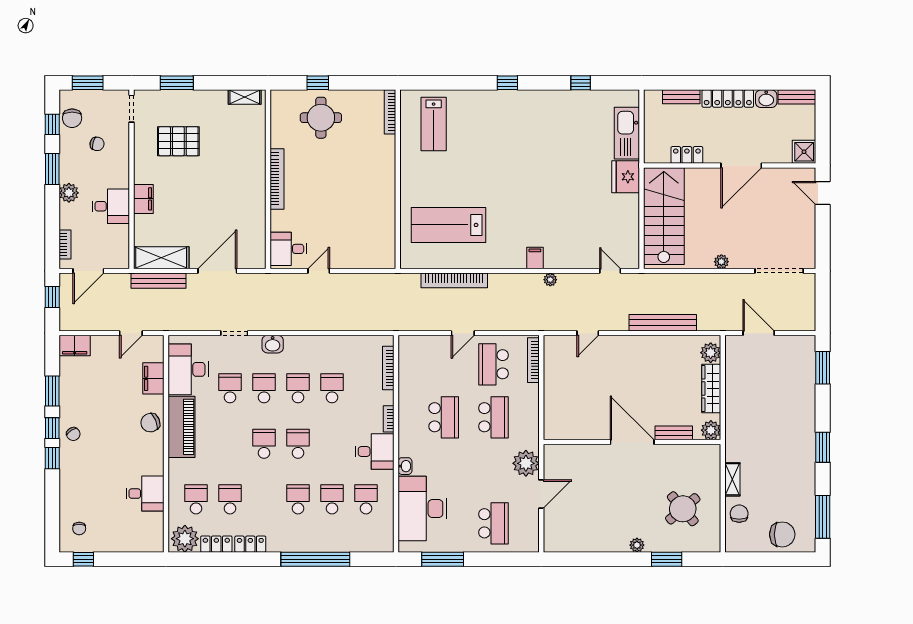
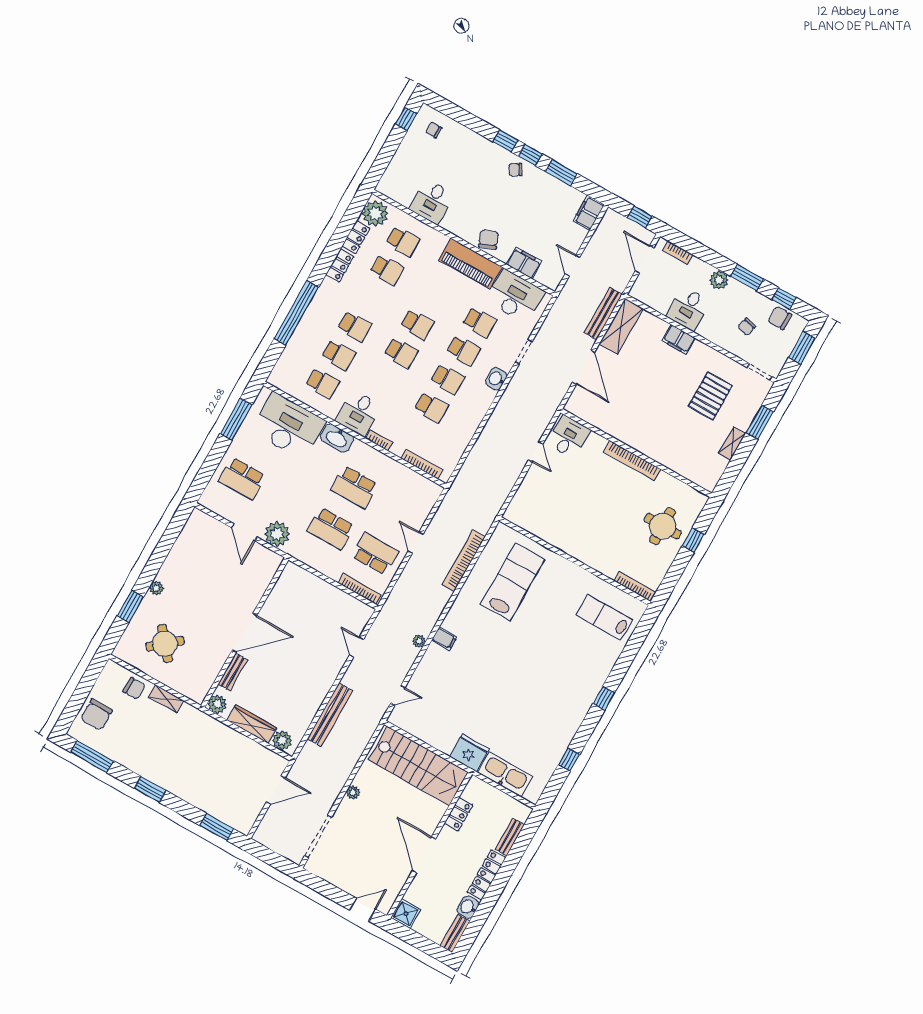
shelving: (245, 97) -> (732, 443), moved
washbasin: (405, 466) -> (337, 438), width x1.91, depth x1.45

